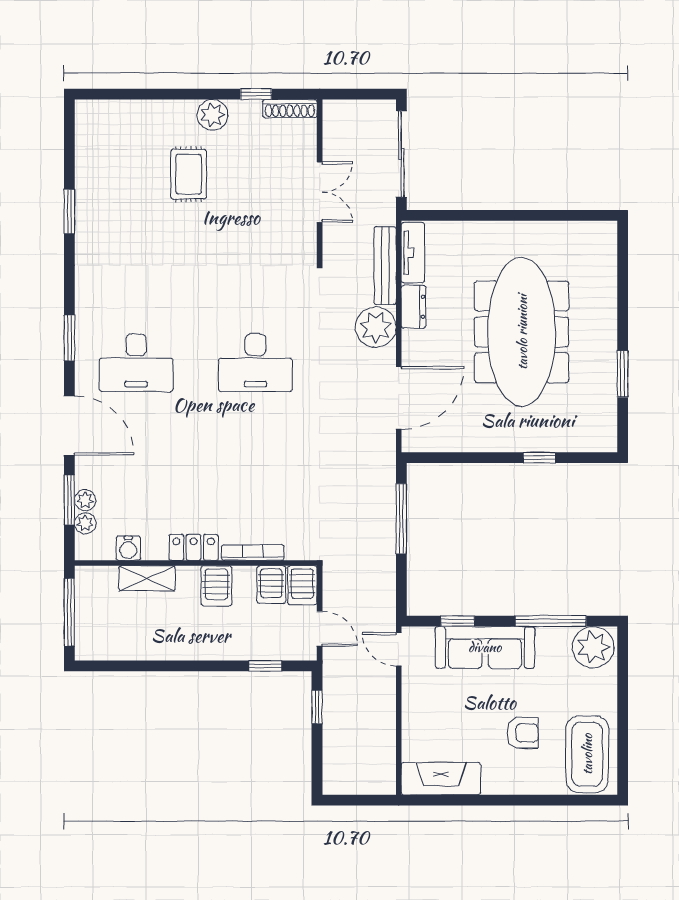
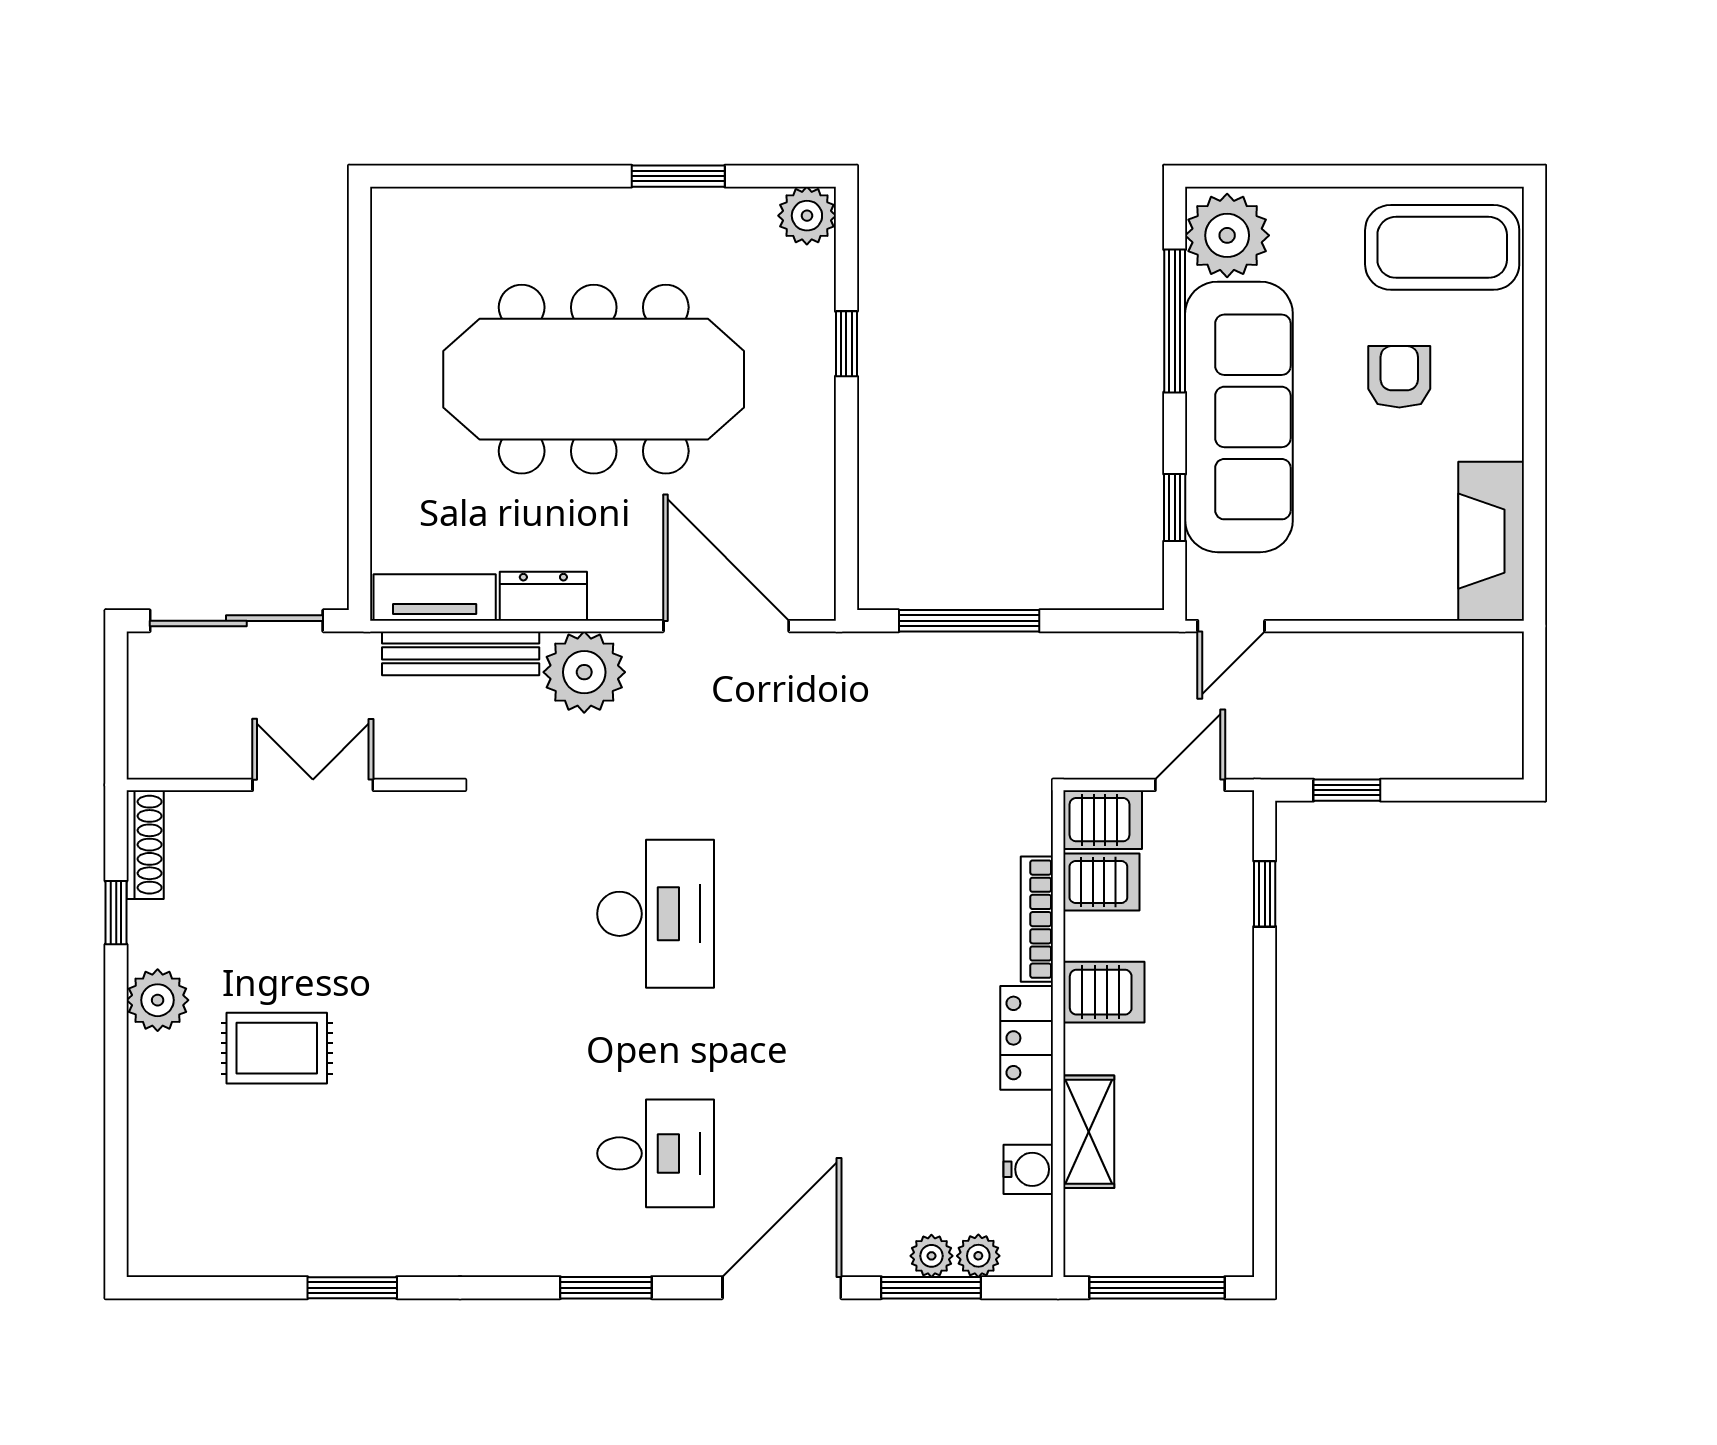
desk: (136, 363) -> (656, 1153), width x0.73
plant: (603, 438) -> (807, 216), added
sofa: (485, 647) -> (1239, 417), width x1.36, depth x1.27

